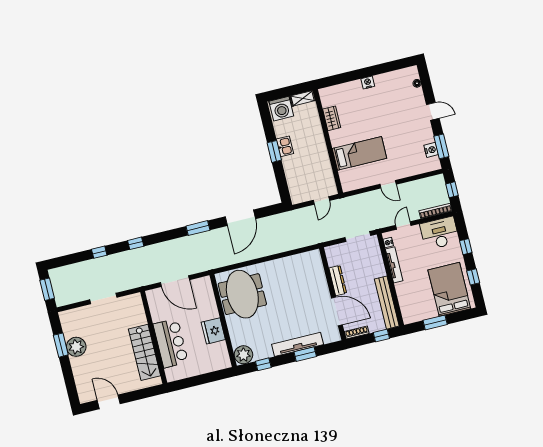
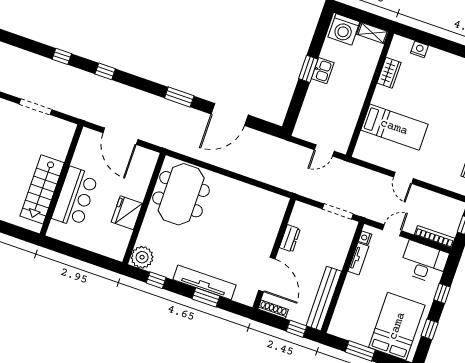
nightstand: (368, 83) -> (419, 49), moved
tv unit: (394, 265) -> (358, 259), width x0.71
dresser: (338, 281) -> (290, 238), width x0.70

